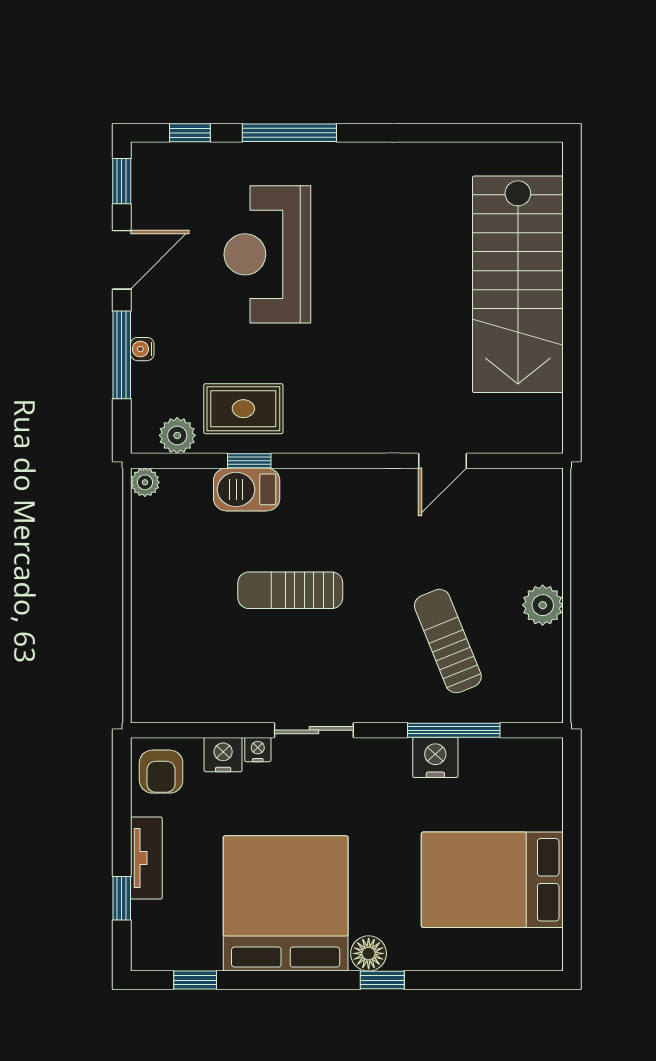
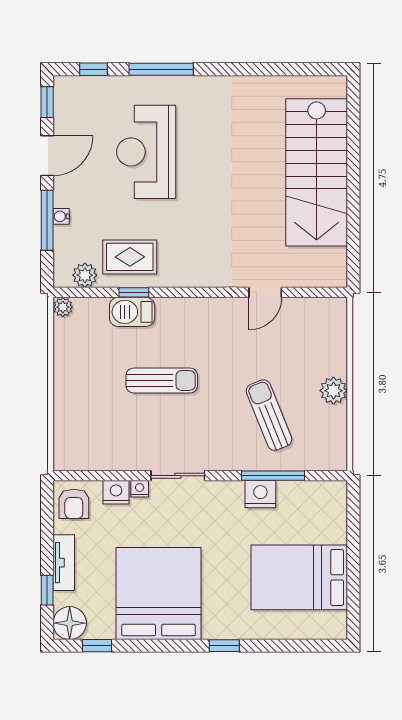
sun lounger: (290, 590) -> (162, 380), turned 180
floor lamp: (369, 953) -> (70, 623), moved, width x1.38, depth x1.38

